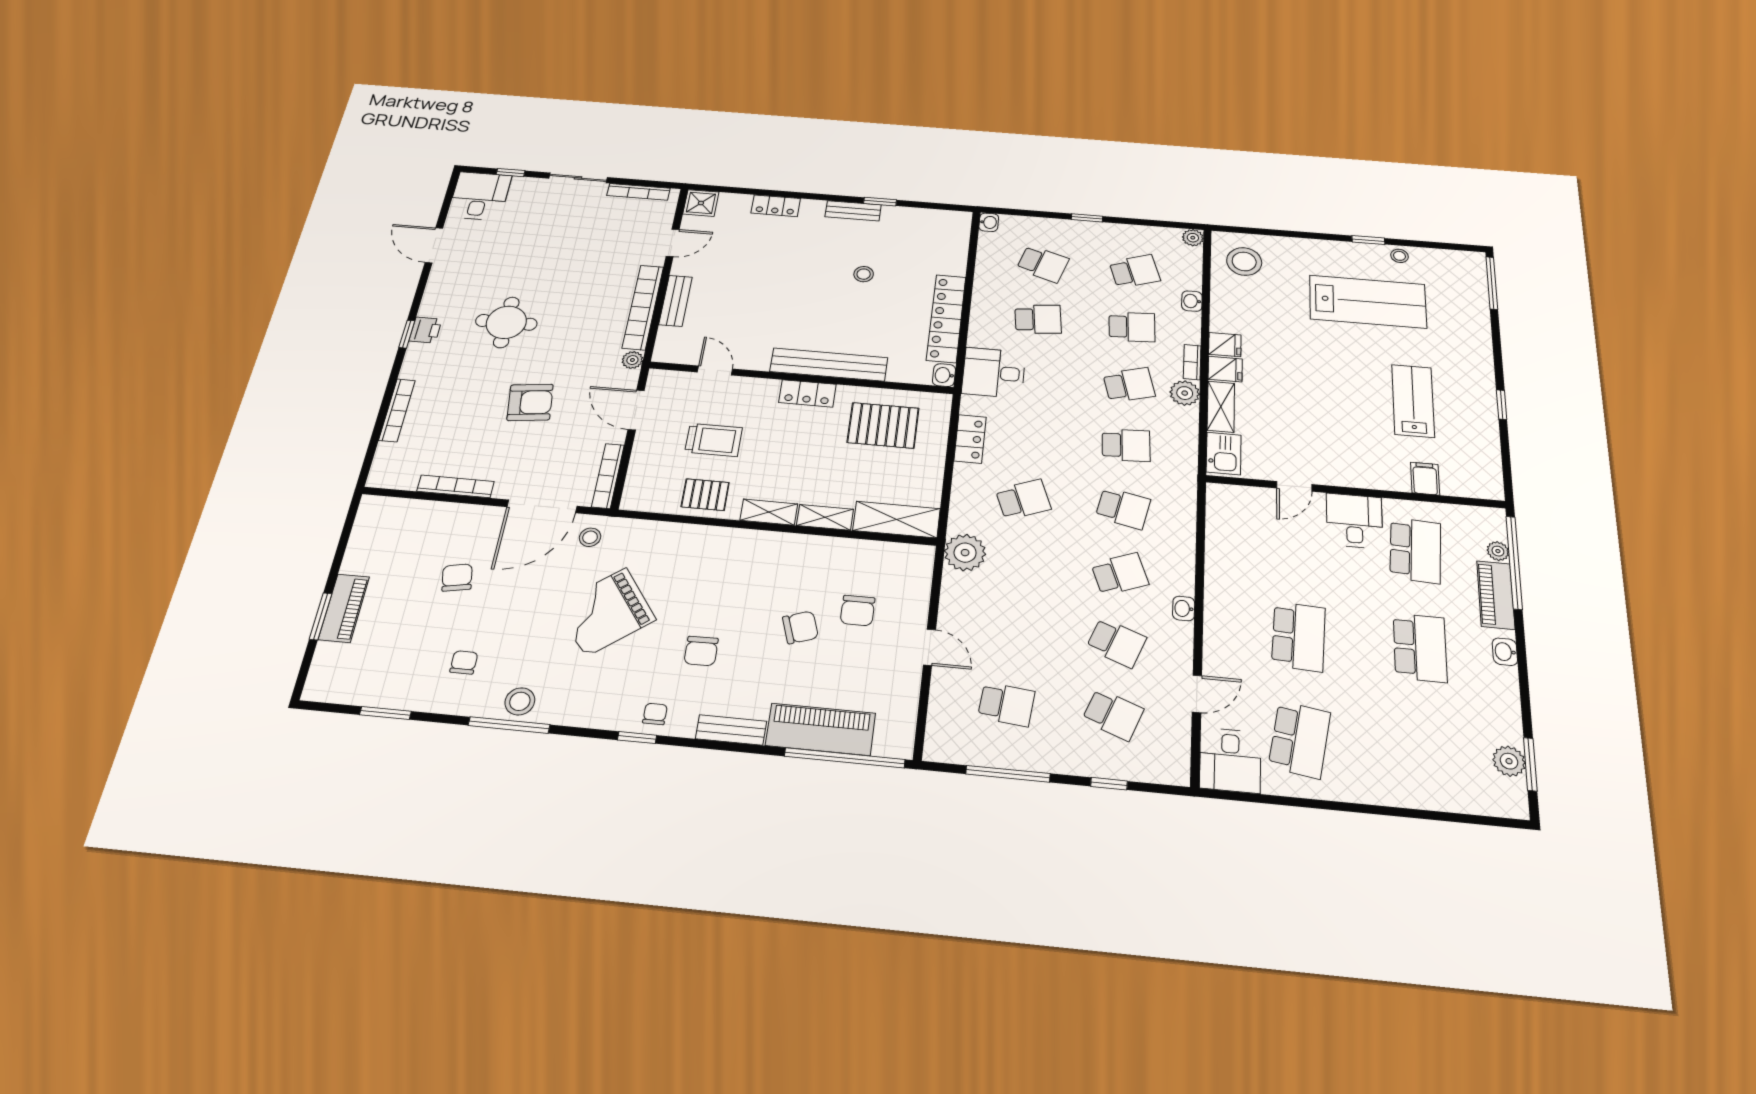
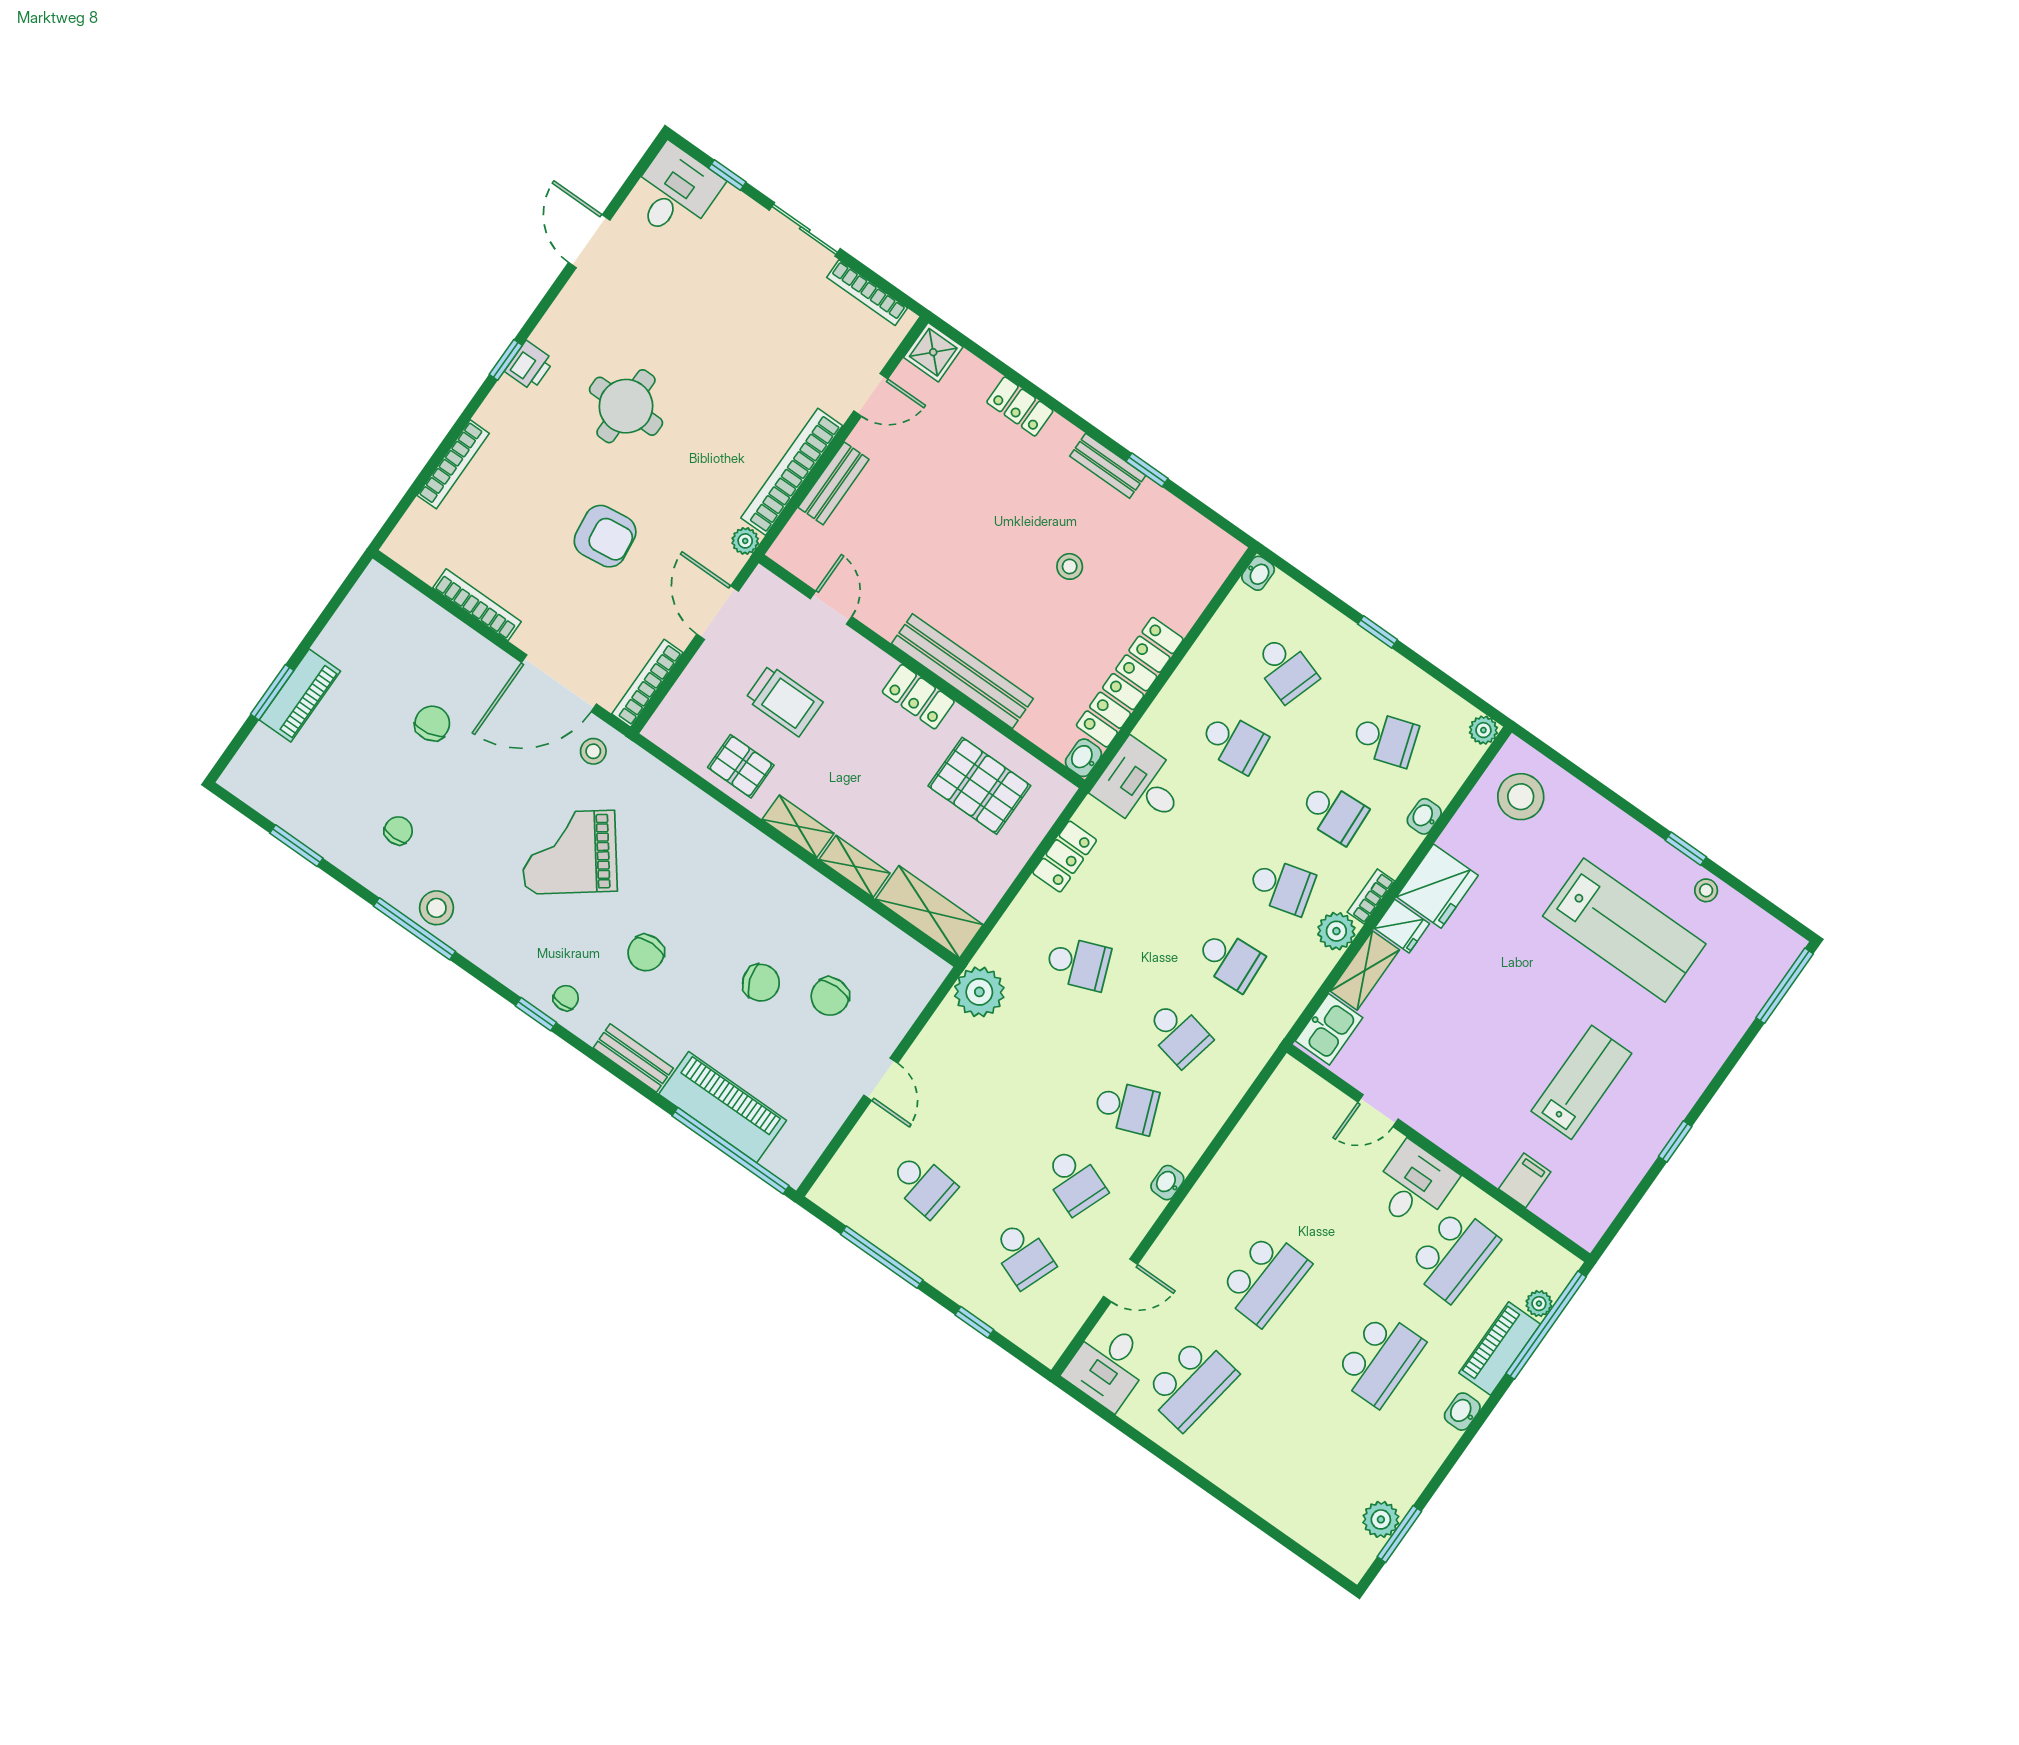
fridge: (1225, 345) -> (1437, 886), width x1.88, depth x1.34

